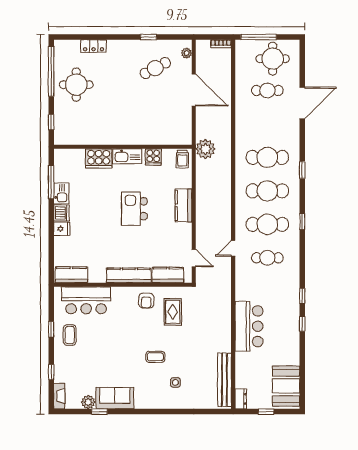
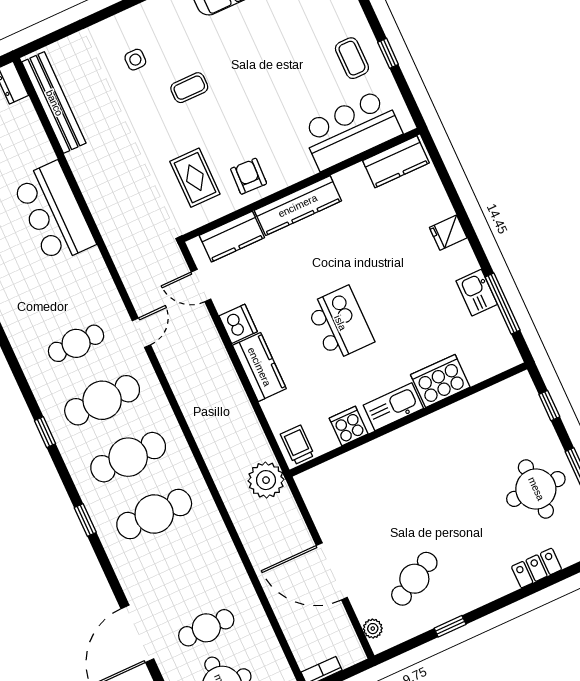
dishwasher: (61, 213) -> (238, 324), moved, turned 180

